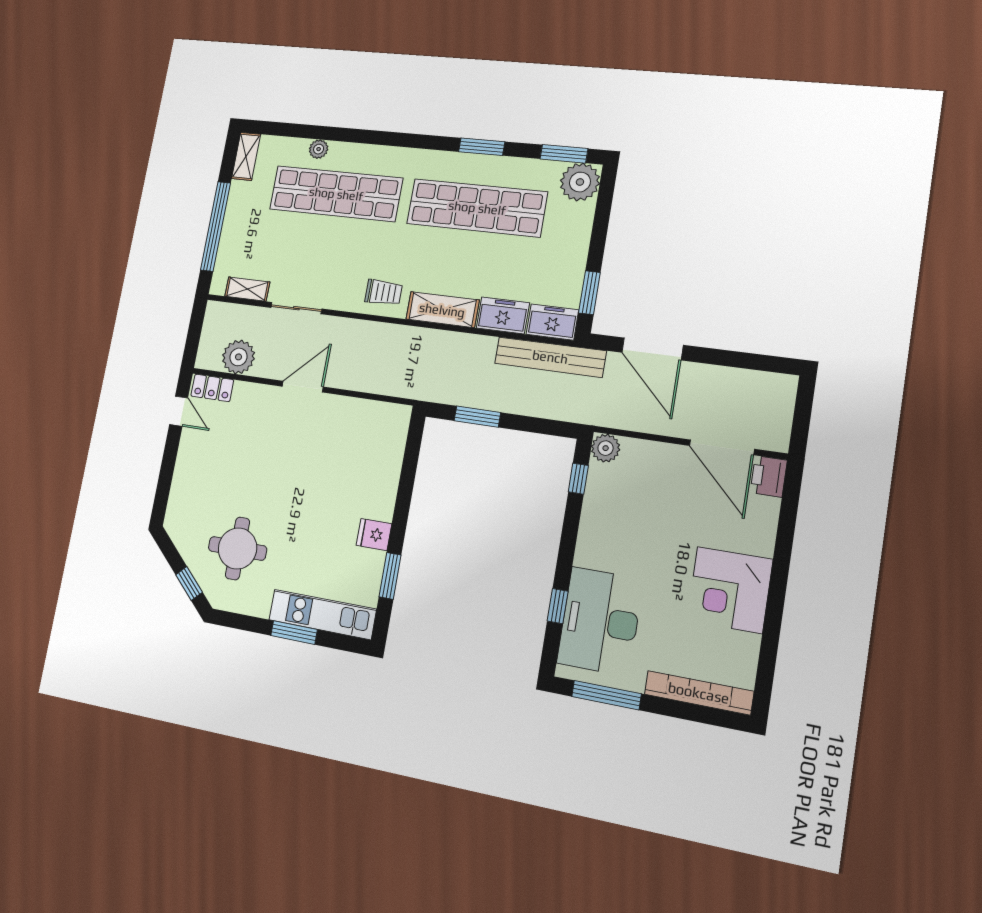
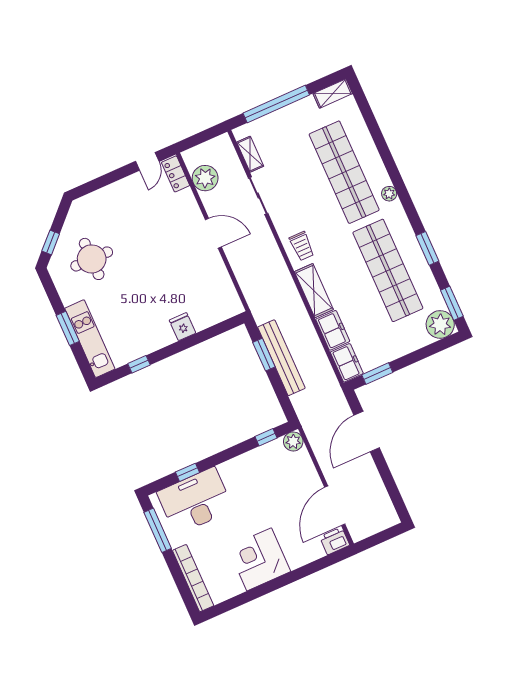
plant: (319, 149) -> (389, 194), moved
bench: (550, 357) -> (281, 358), moved
fridge: (374, 535) -> (182, 327), moved
window: (390, 576) -> (139, 364), width x0.67

